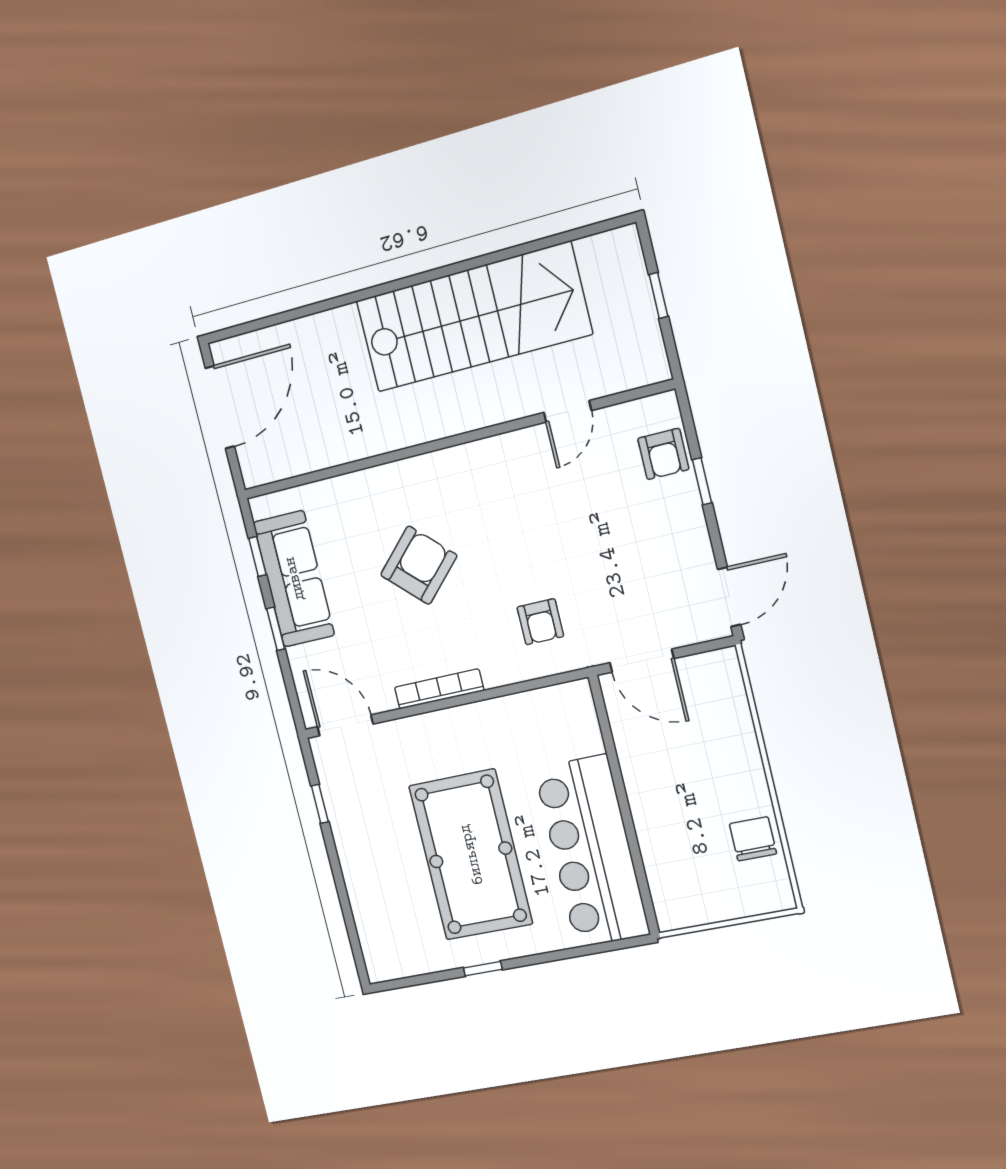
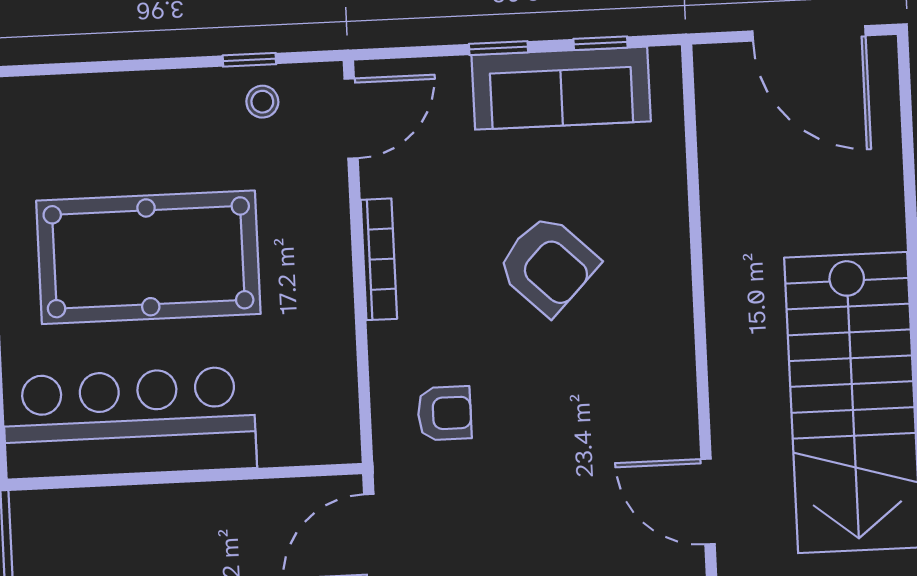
door: (567, 411) -> (708, 502), width x1.38
armchair: (540, 622) -> (445, 413), turned 180
stool: (346, 790) -> (262, 102), added

